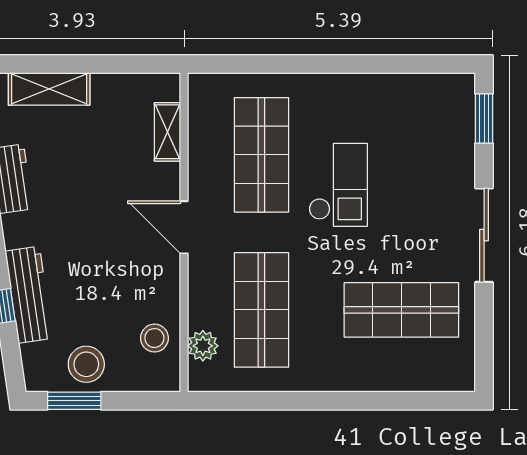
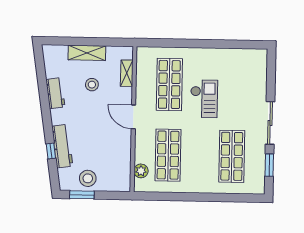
shelving: (49, 89) -> (87, 53), moved
window: (484, 118) -> (269, 165), moved
shop shelf: (401, 310) -> (232, 156), turned 90
stool: (154, 338) -> (92, 85), moved

